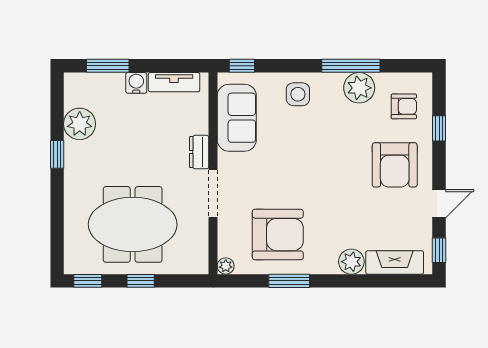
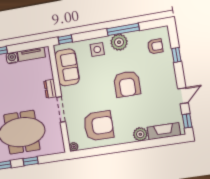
plant: (359, 88) -> (119, 42), moved
armchair: (395, 165) -> (127, 84), moved
window: (289, 281) -> (108, 150), removed

